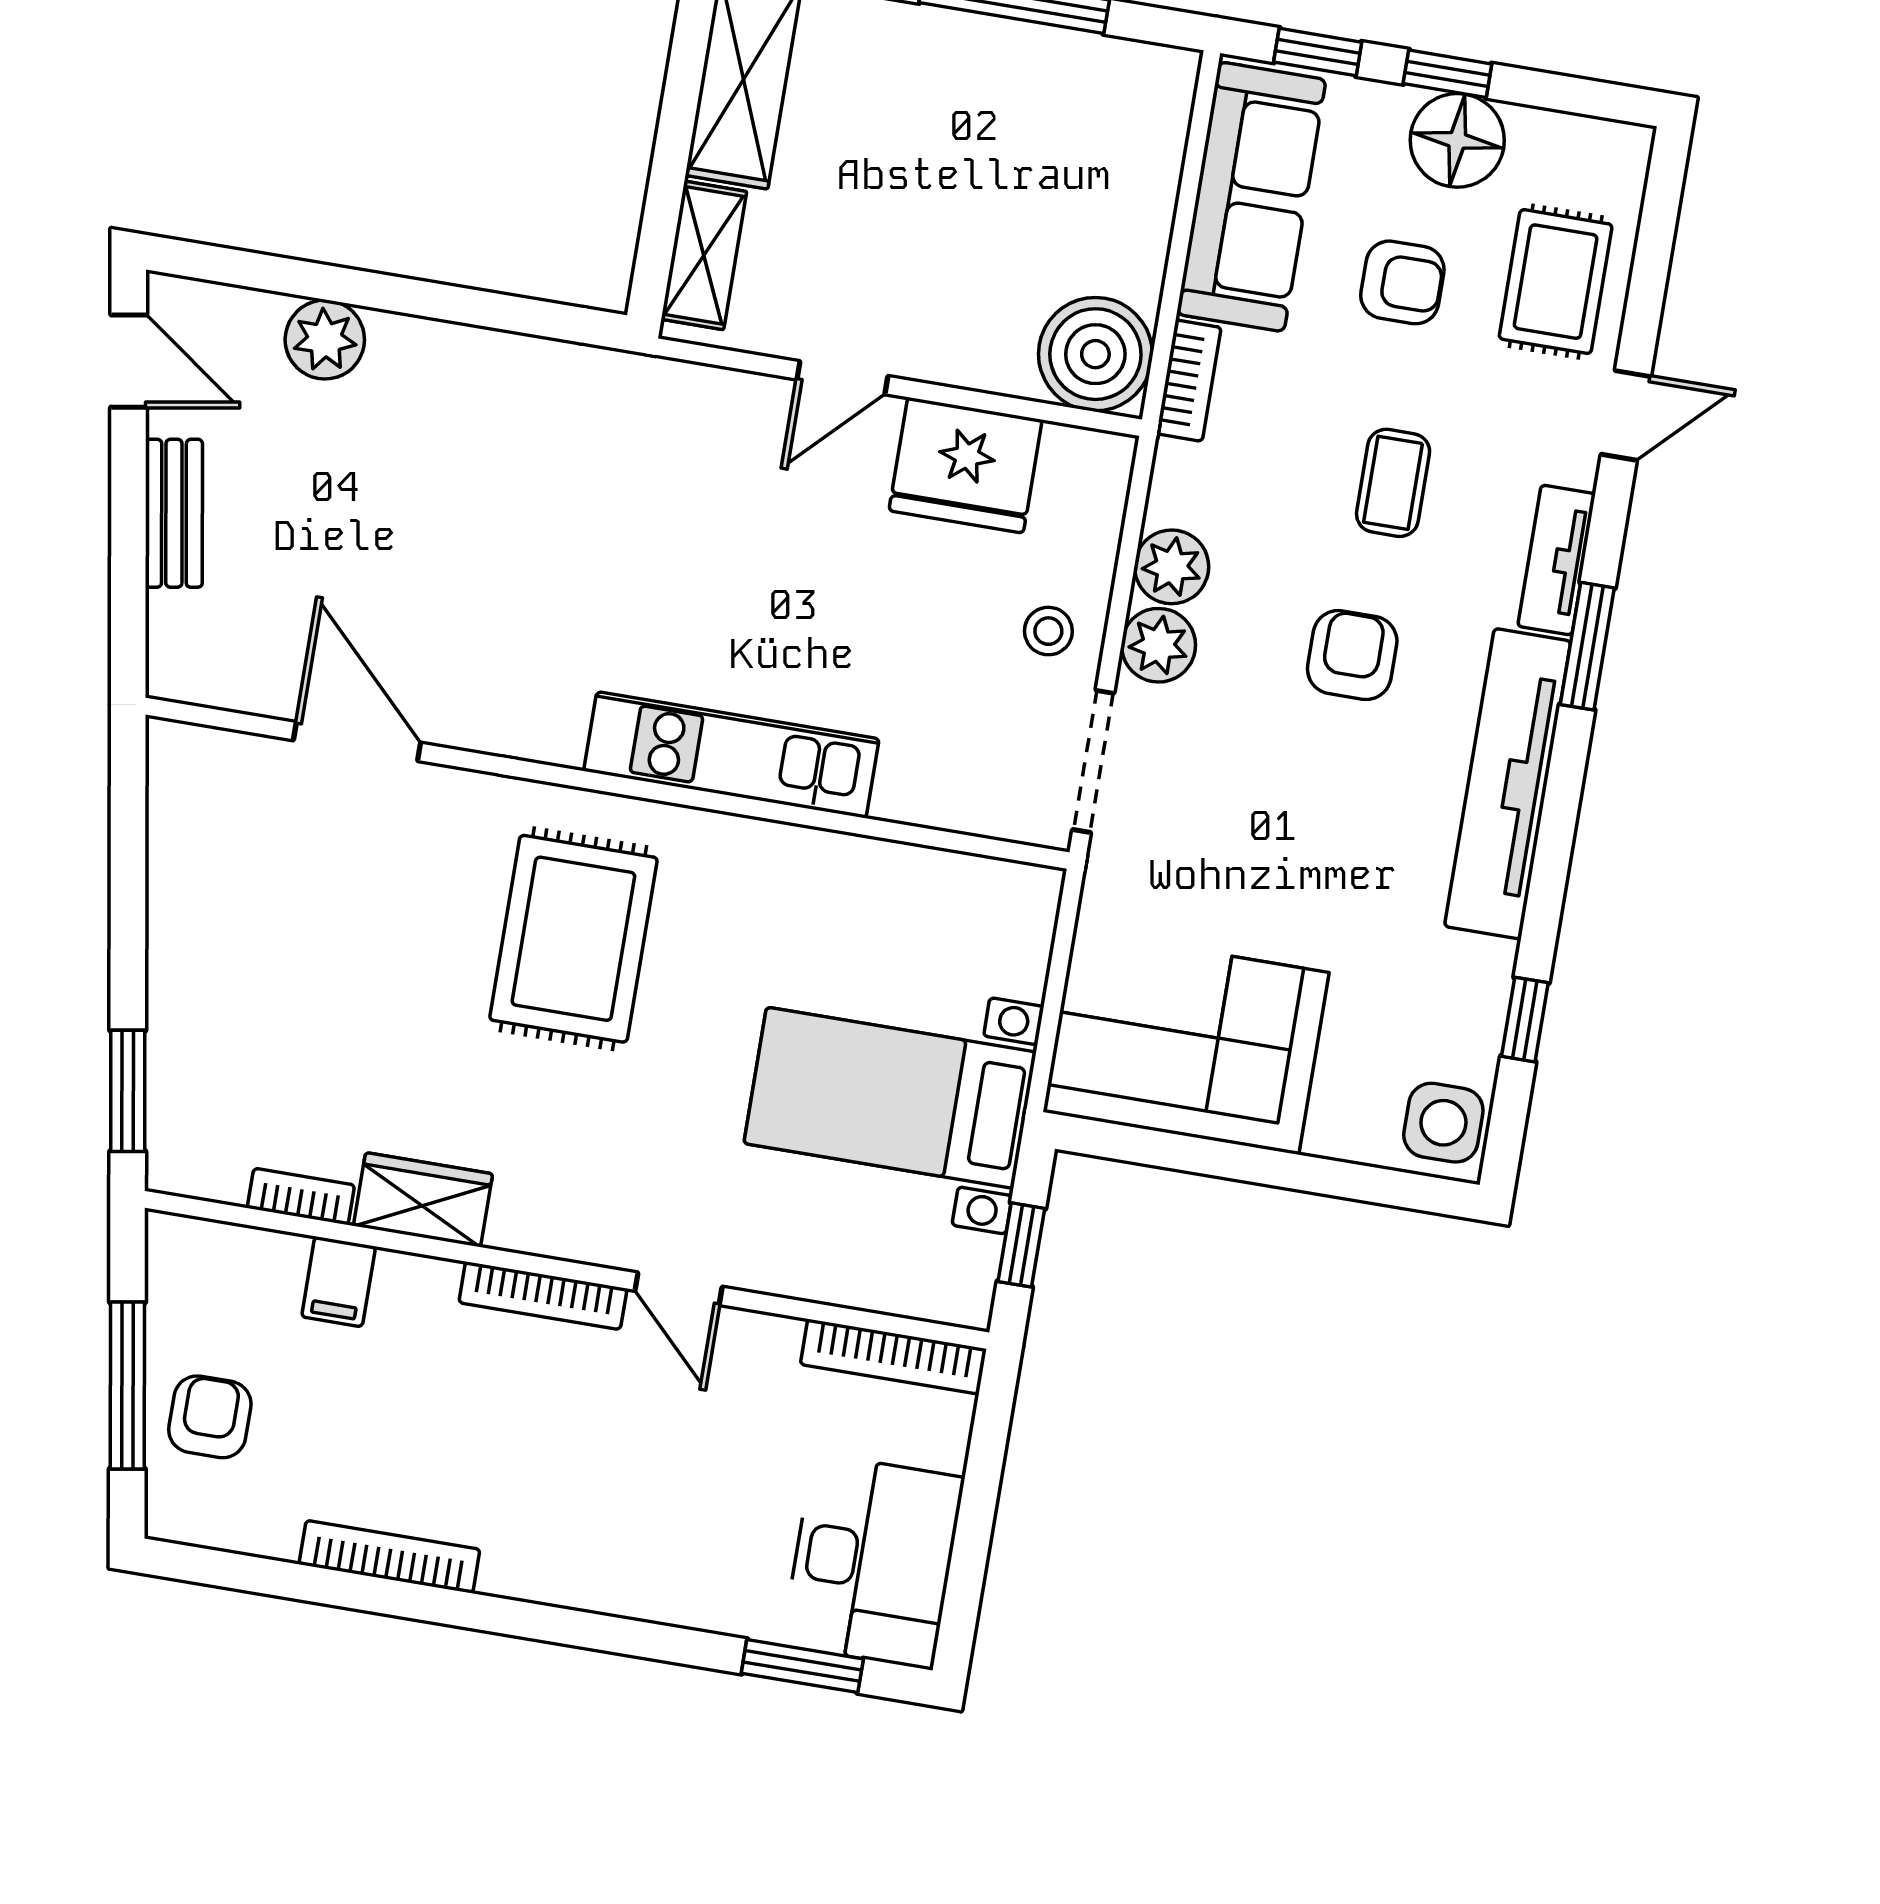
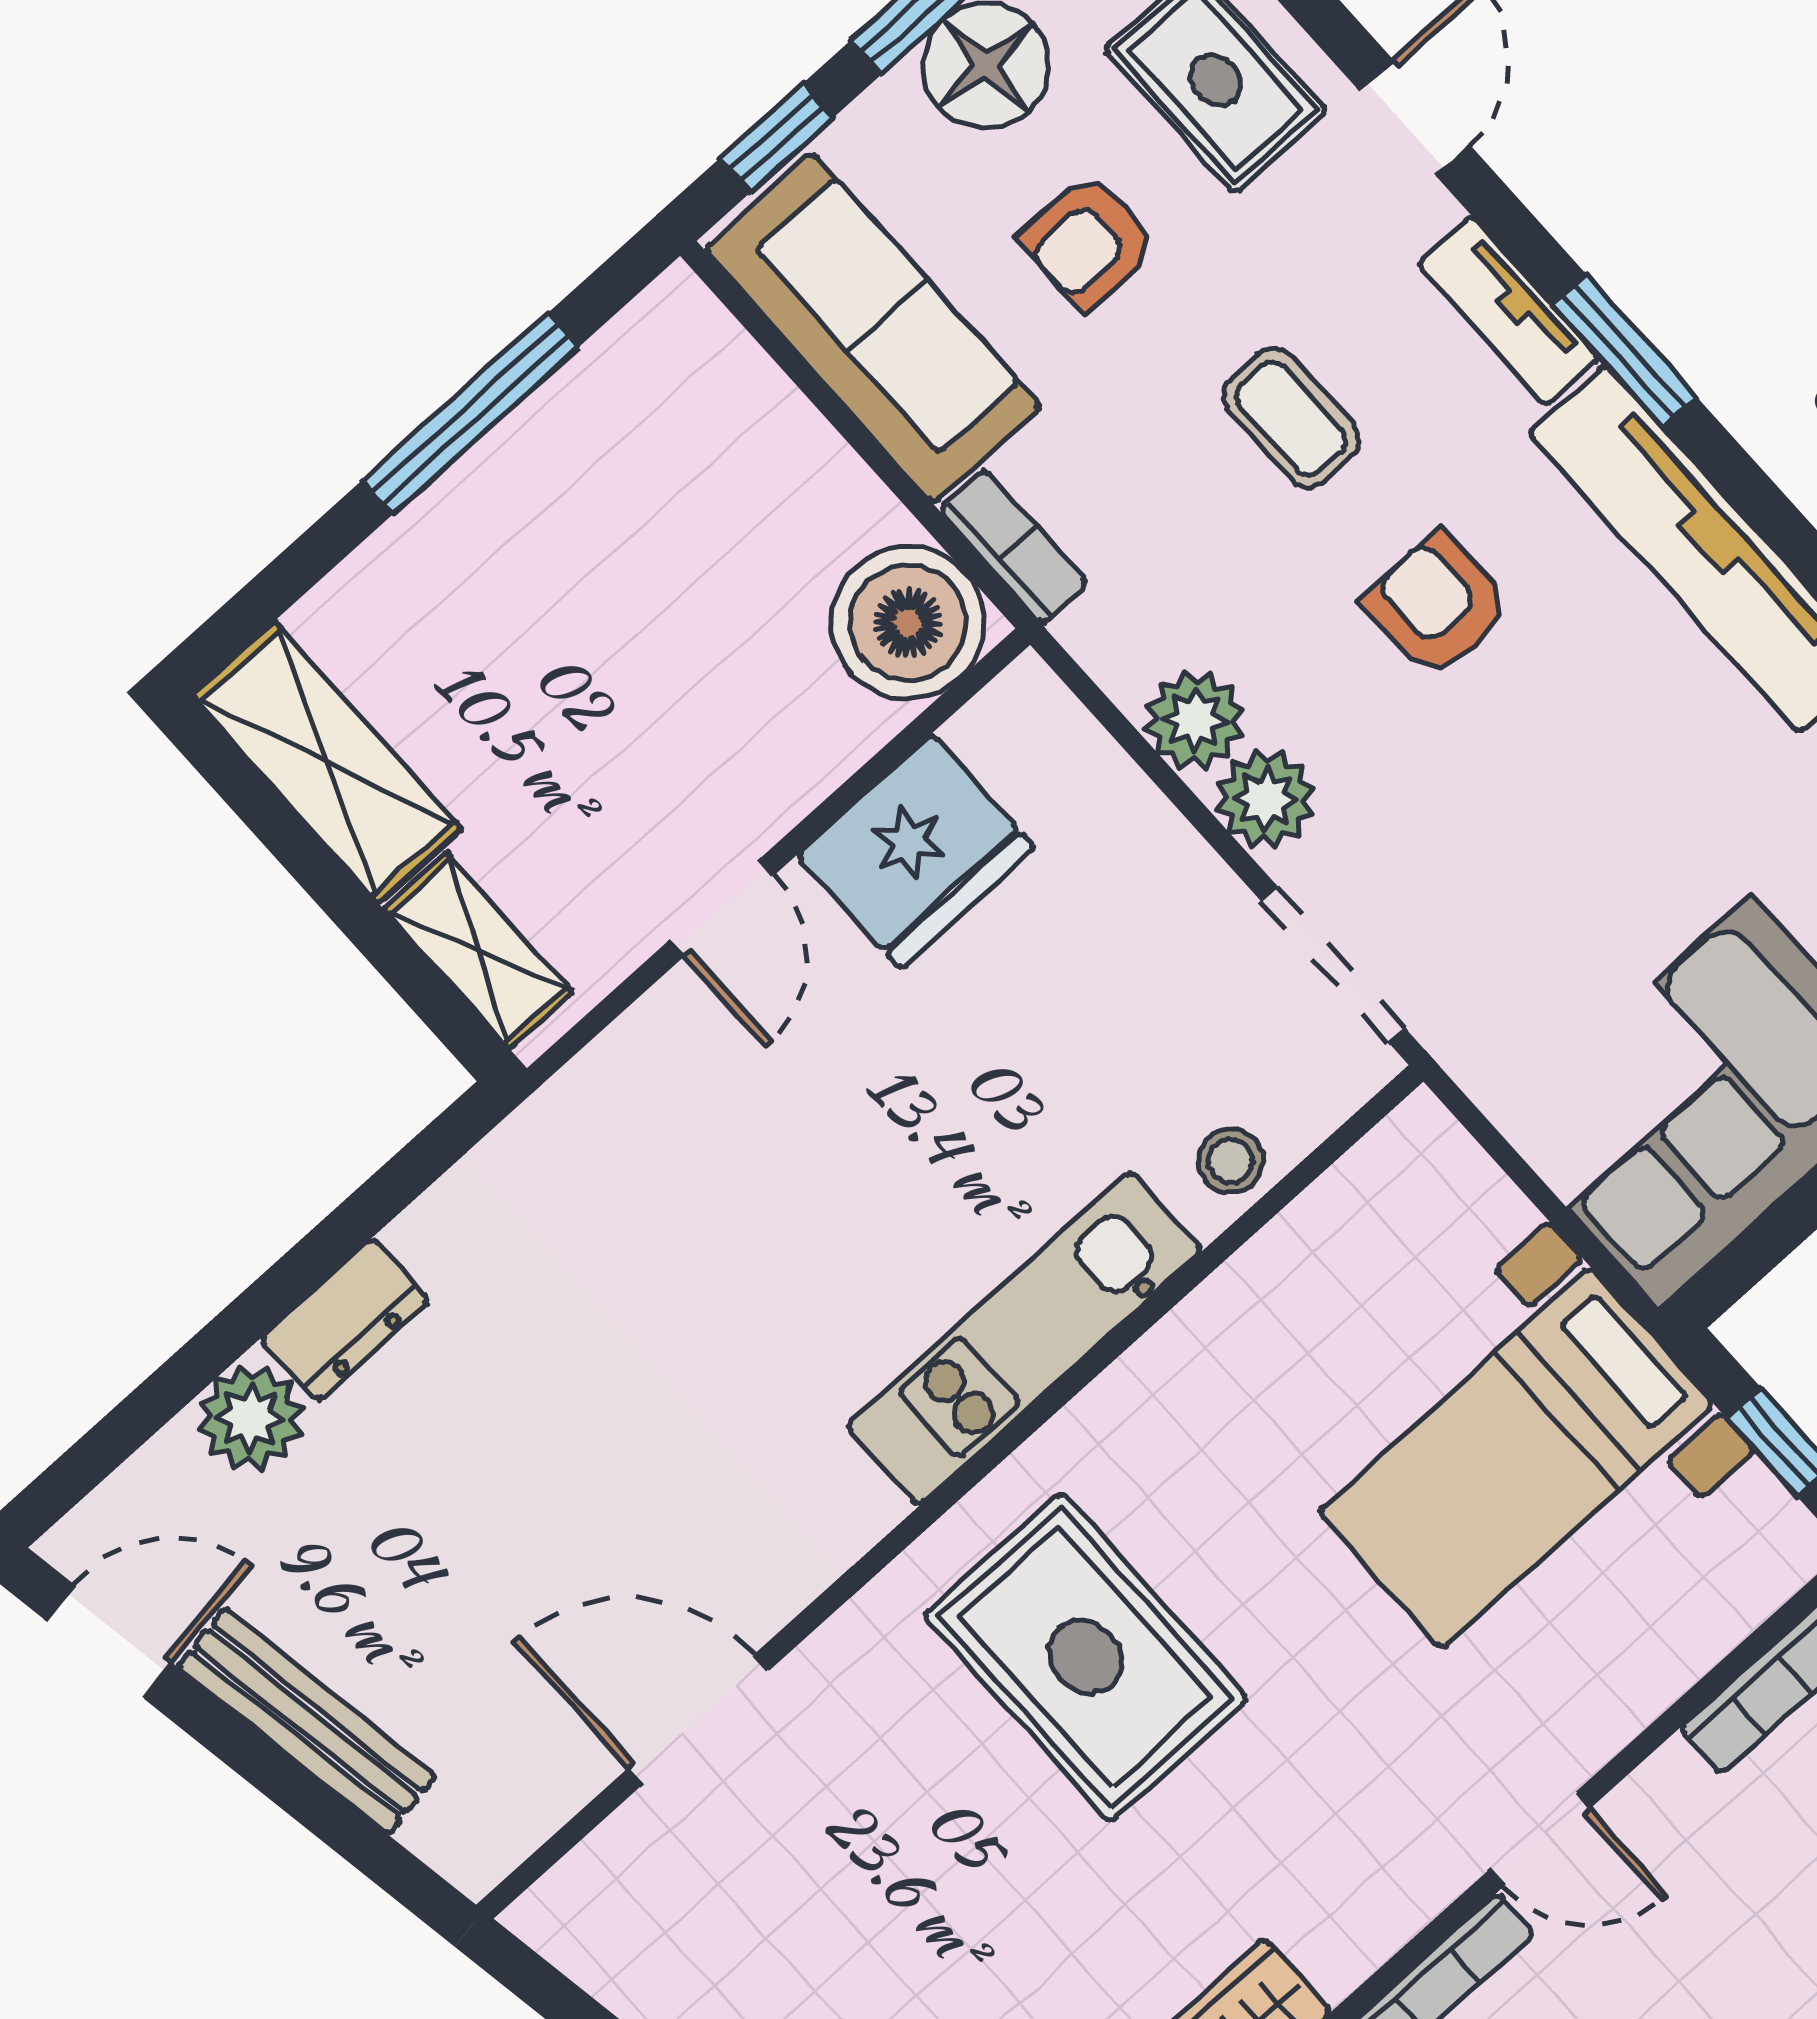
armchair: (1402, 282) -> (1089, 241), turned 180
dresser: (426, 349) -> (345, 1319), added
bench: (174, 513) -> (306, 1721), width x1.36
stool: (1048, 631) -> (1230, 1161), moved

